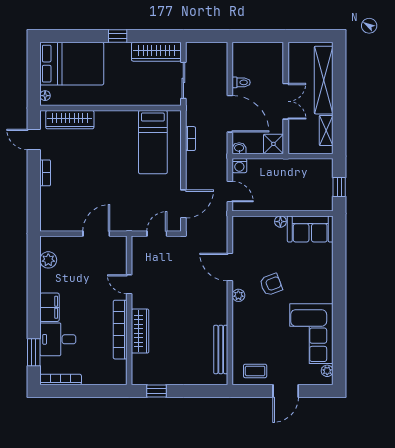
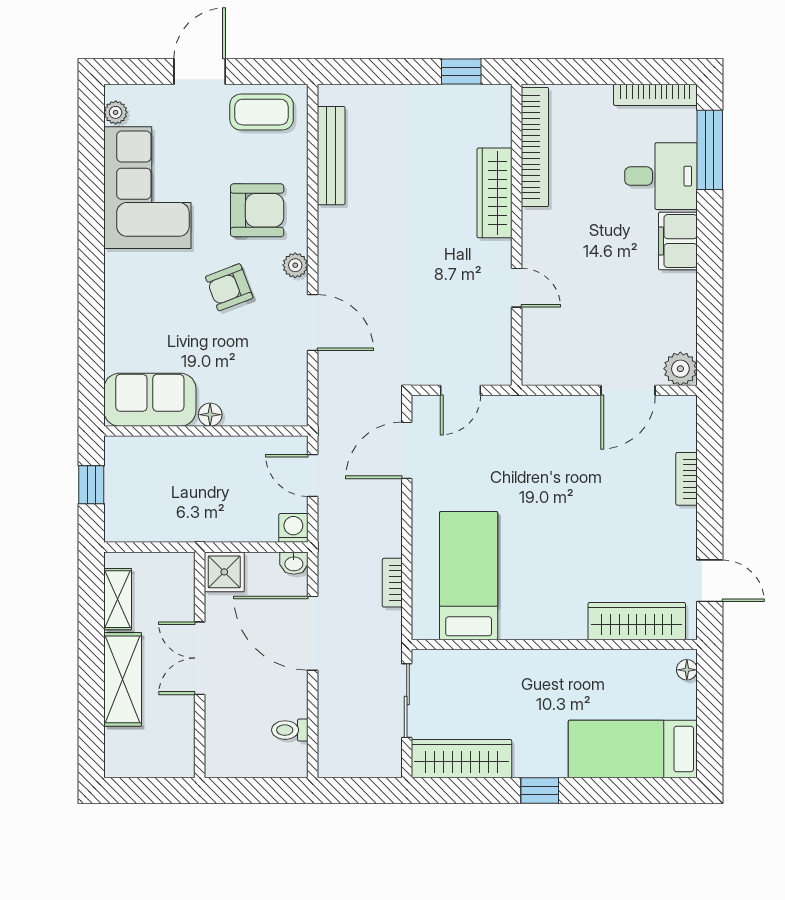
bed: (72, 64) -> (633, 749), width x0.67
shelving: (324, 80) -> (123, 679), width x0.68
toilet: (241, 82) -> (290, 730), moved
bookcase: (45, 173) -> (687, 479), moved
door: (96, 234) -> (628, 390), moved
plant: (48, 260) -> (680, 369), moved
armchair: (257, 322) -> (257, 210), added
bookcase: (120, 330) -> (535, 147), moved
window: (34, 352) -> (710, 150), width x1.44
coffee table: (255, 371) -> (262, 112), width x1.36, depth x1.30

